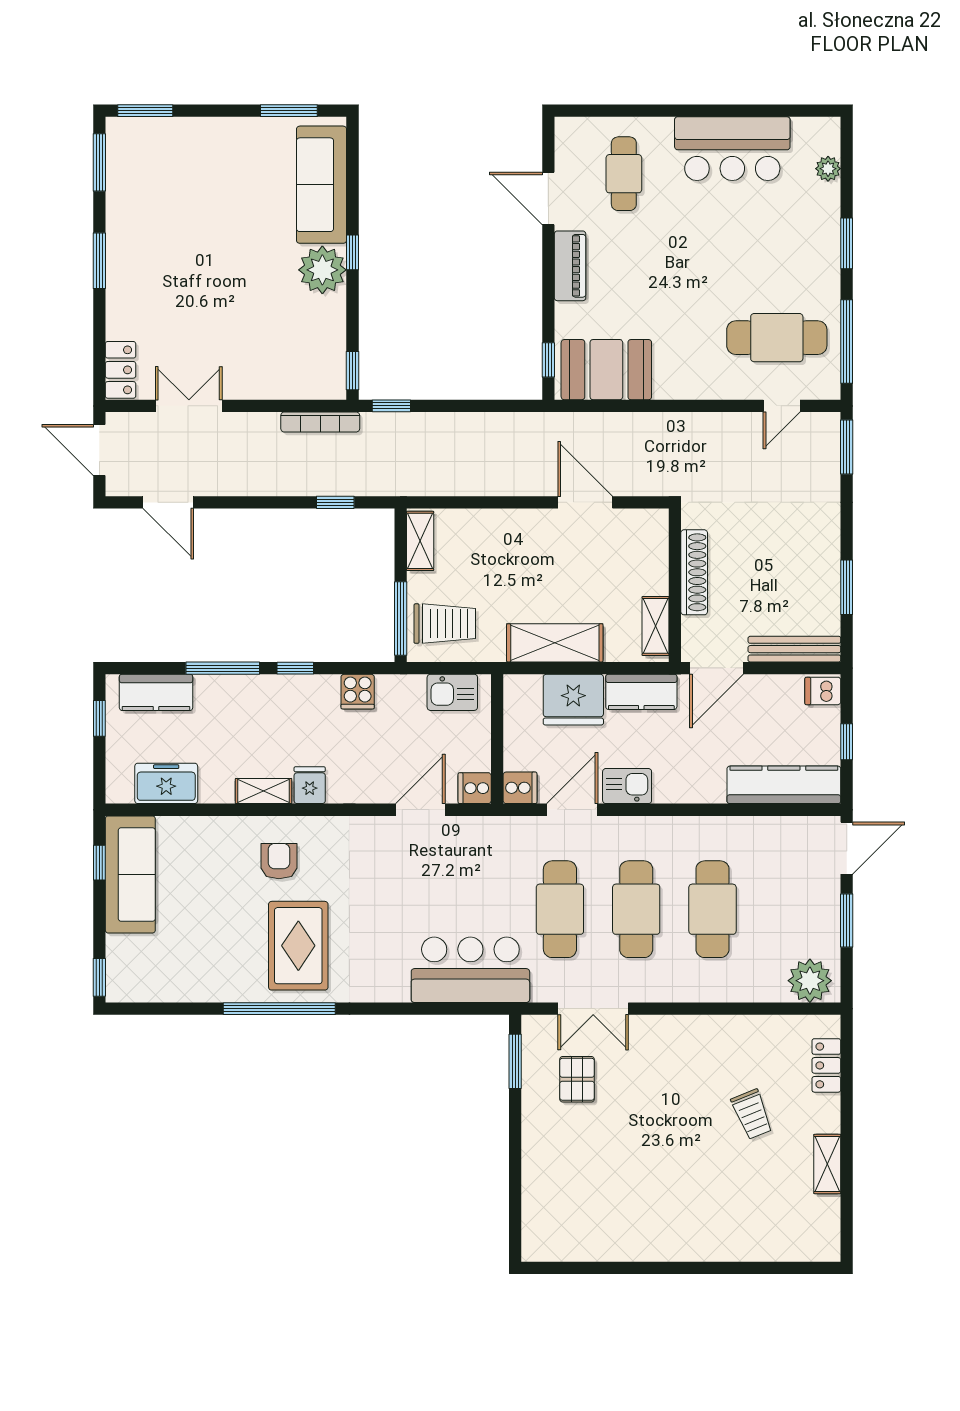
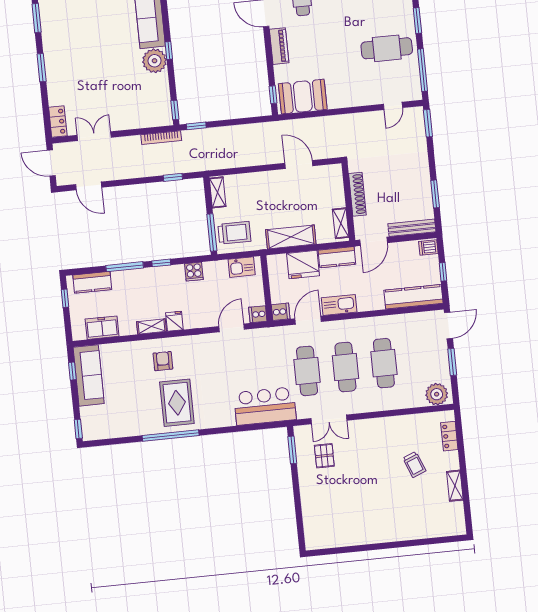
cafe table: (777, 338) -> (387, 48), moved
kitchen sink: (627, 786) -> (339, 305), width x1.38

